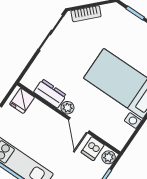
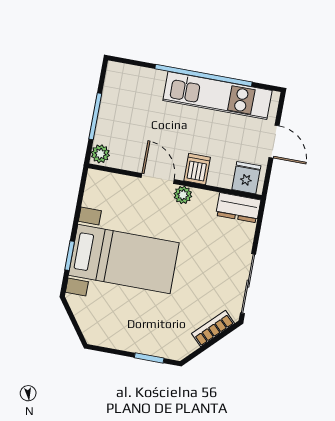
dresser: (50, 94) -> (238, 208), moved
dishwasher: (93, 149) -> (197, 169), moved

